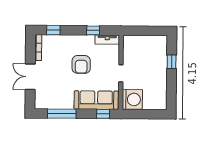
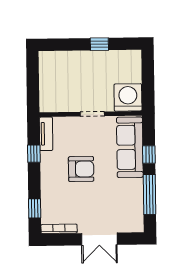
window: (172, 62) -> (99, 44), moved
window: (103, 114) -> (149, 155), moved

